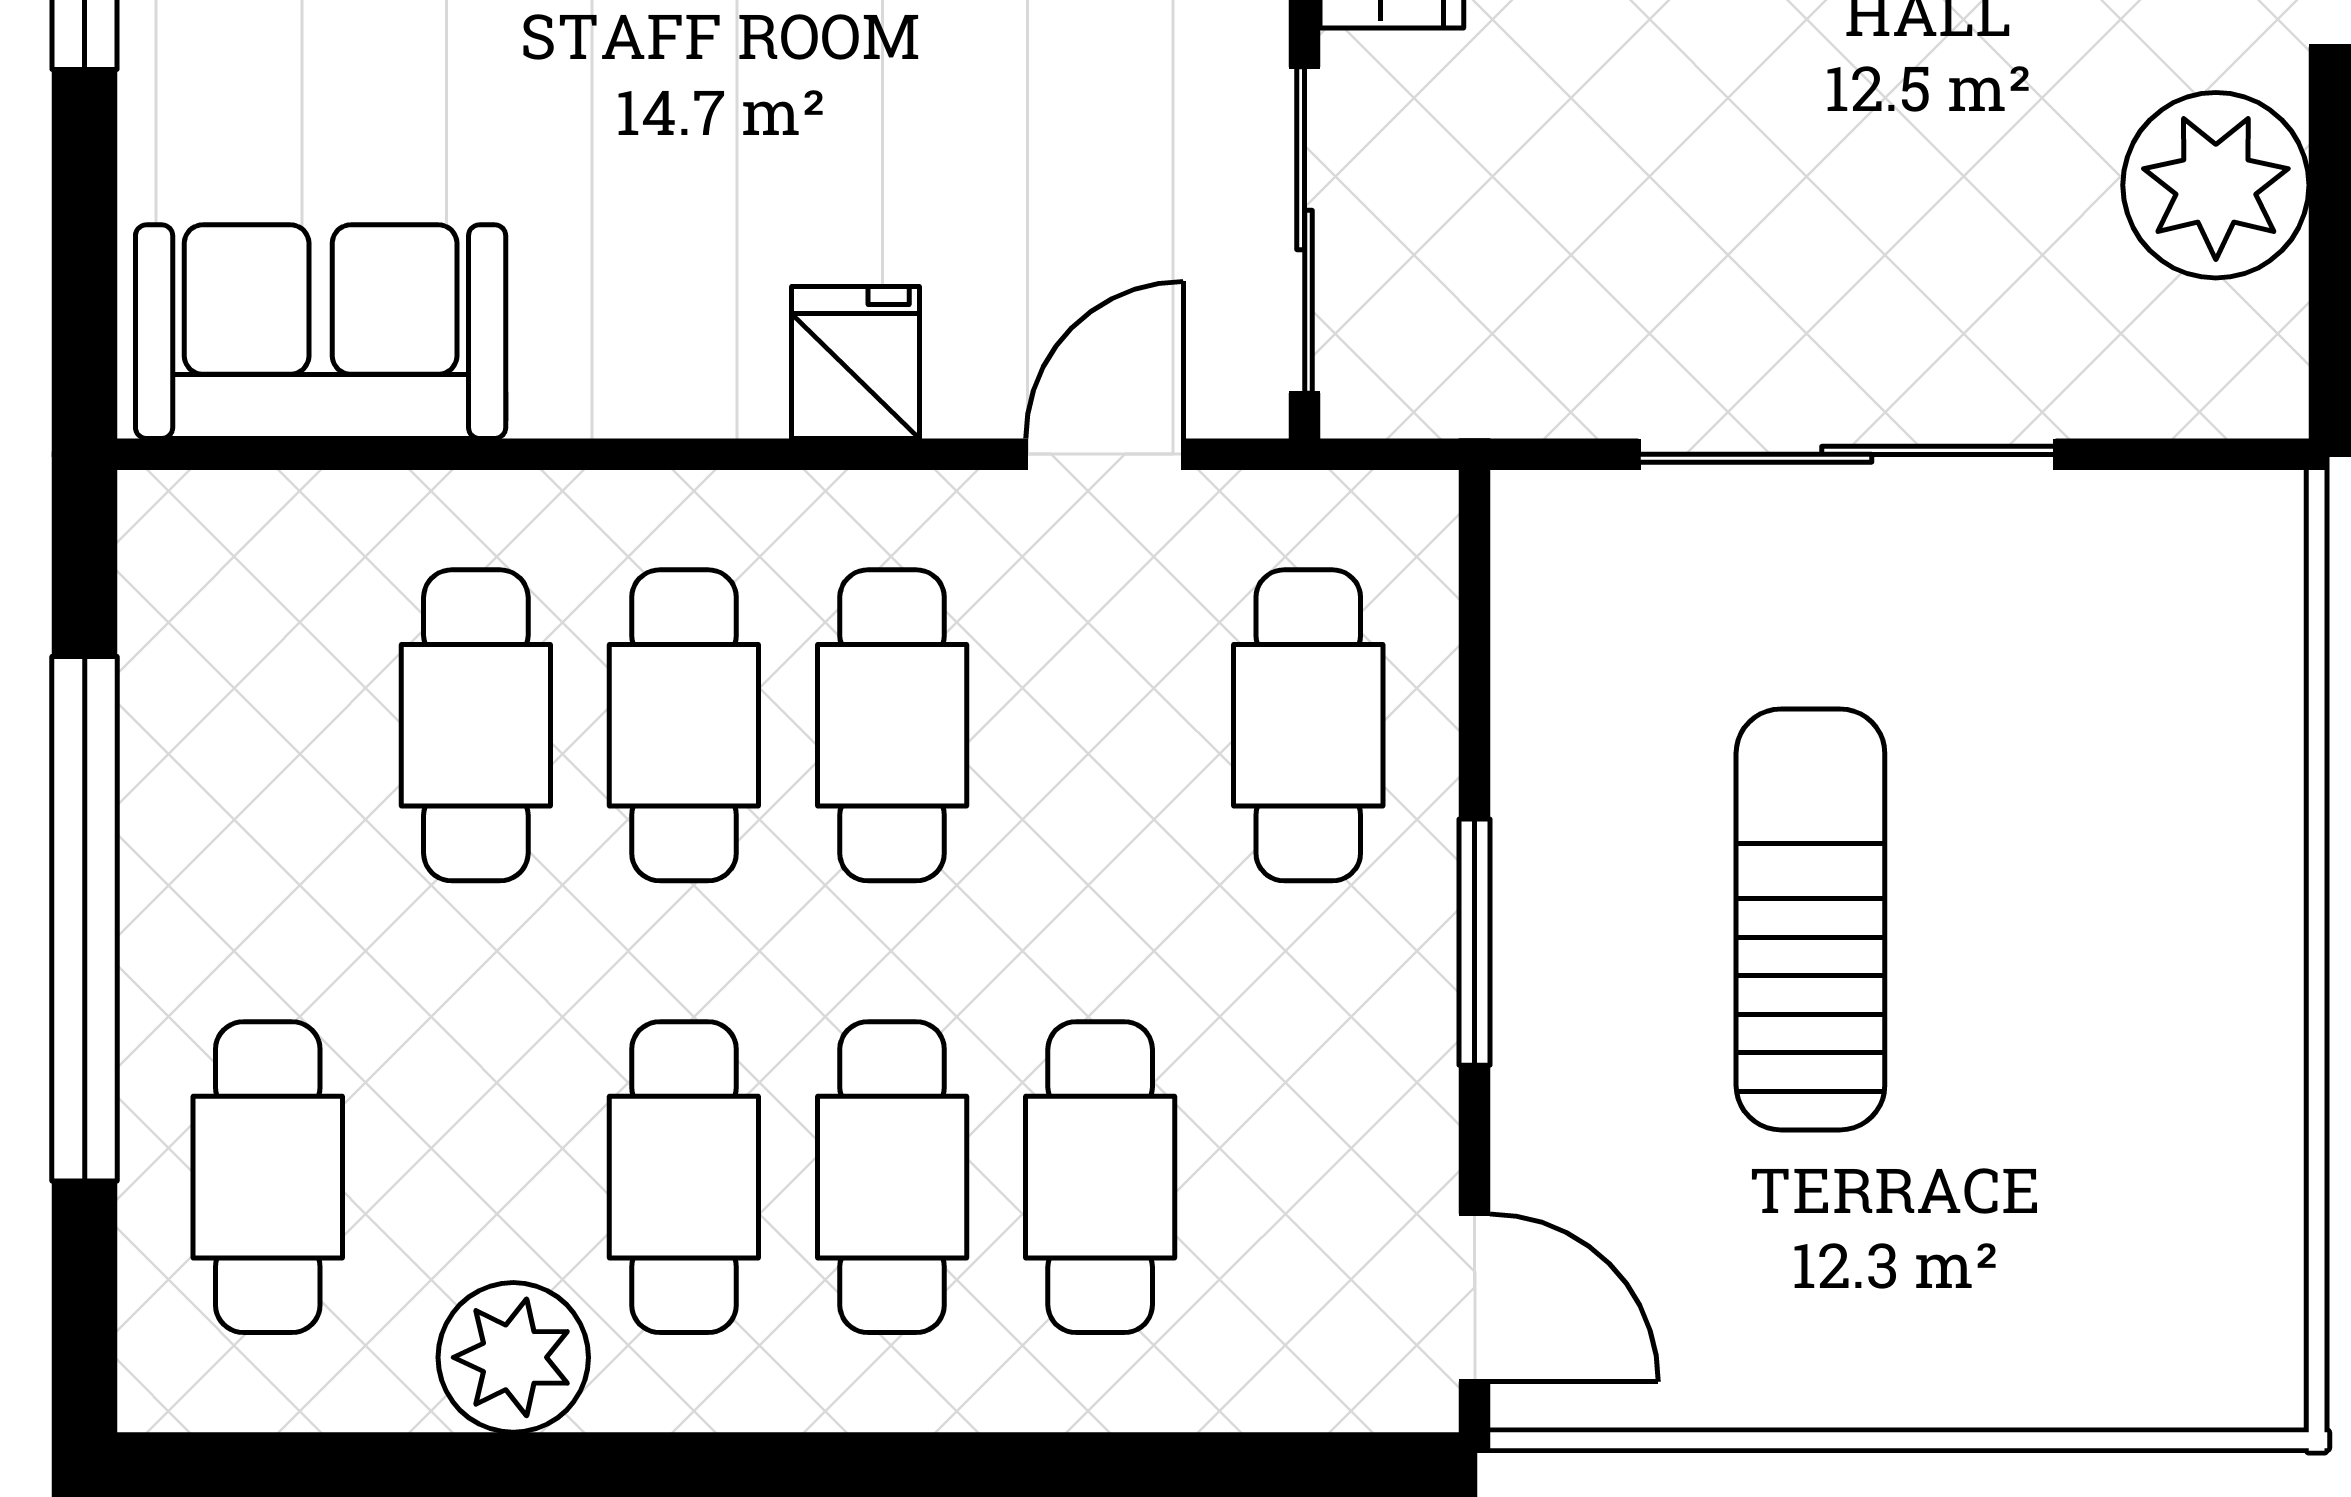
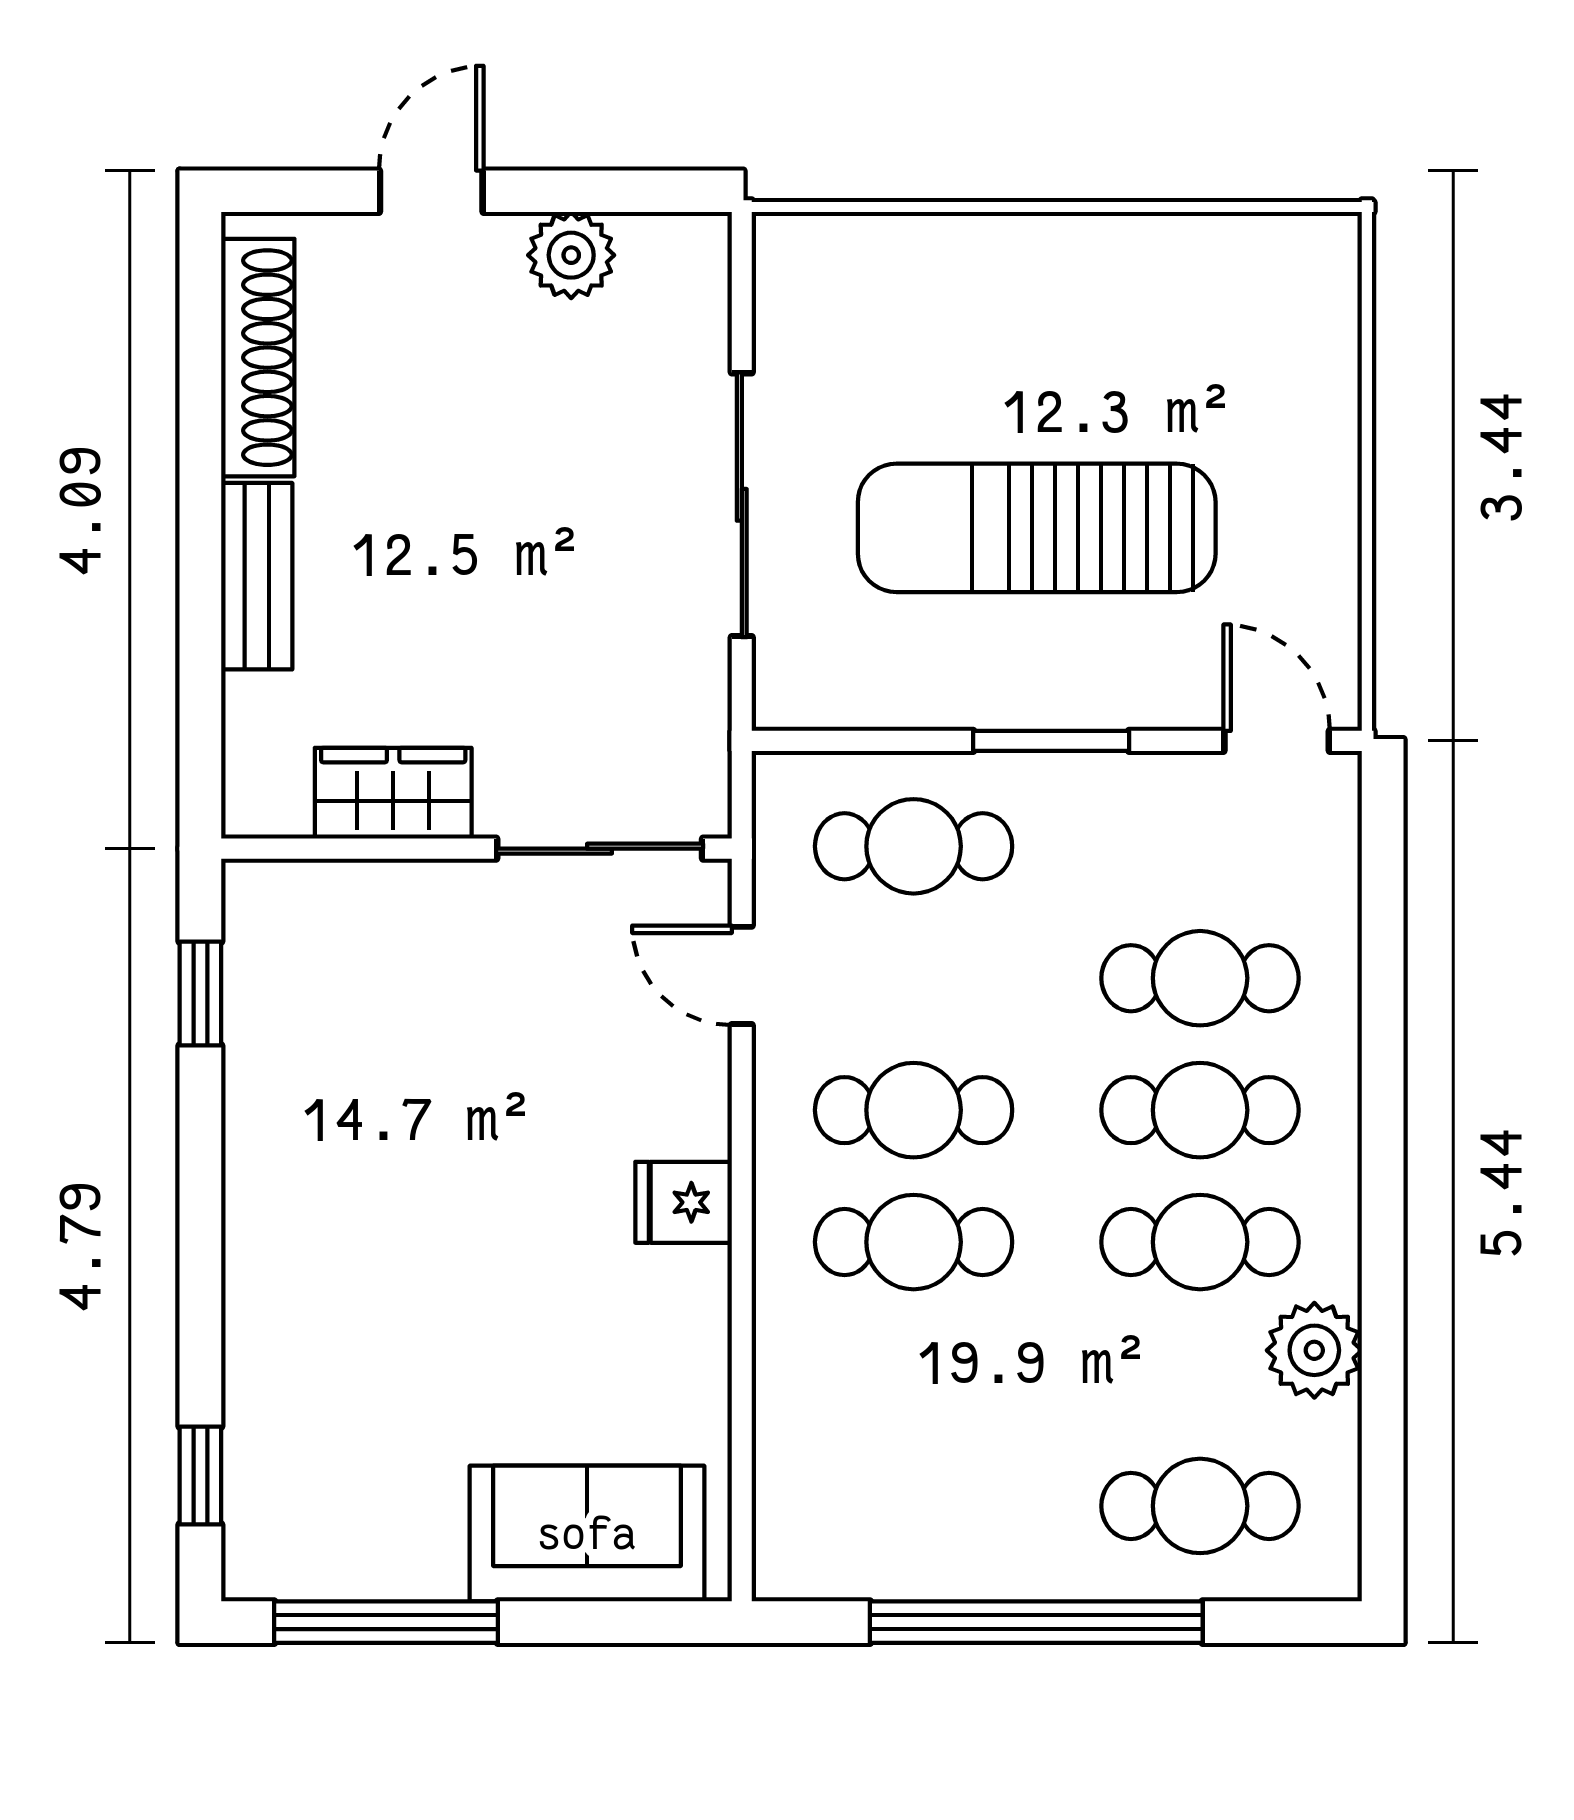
plant: (2216, 185) -> (571, 255), width x0.73, depth x0.73
sofa: (321, 332) -> (587, 1534), moved, turned 90
fridge: (855, 362) -> (684, 1202), moved
cafe table: (476, 725) -> (914, 1374), removed
sun lounger: (1810, 919) -> (1037, 528), width x1.36, depth x1.34
door: (1475, 1298) -> (1277, 741), hinge flipped

